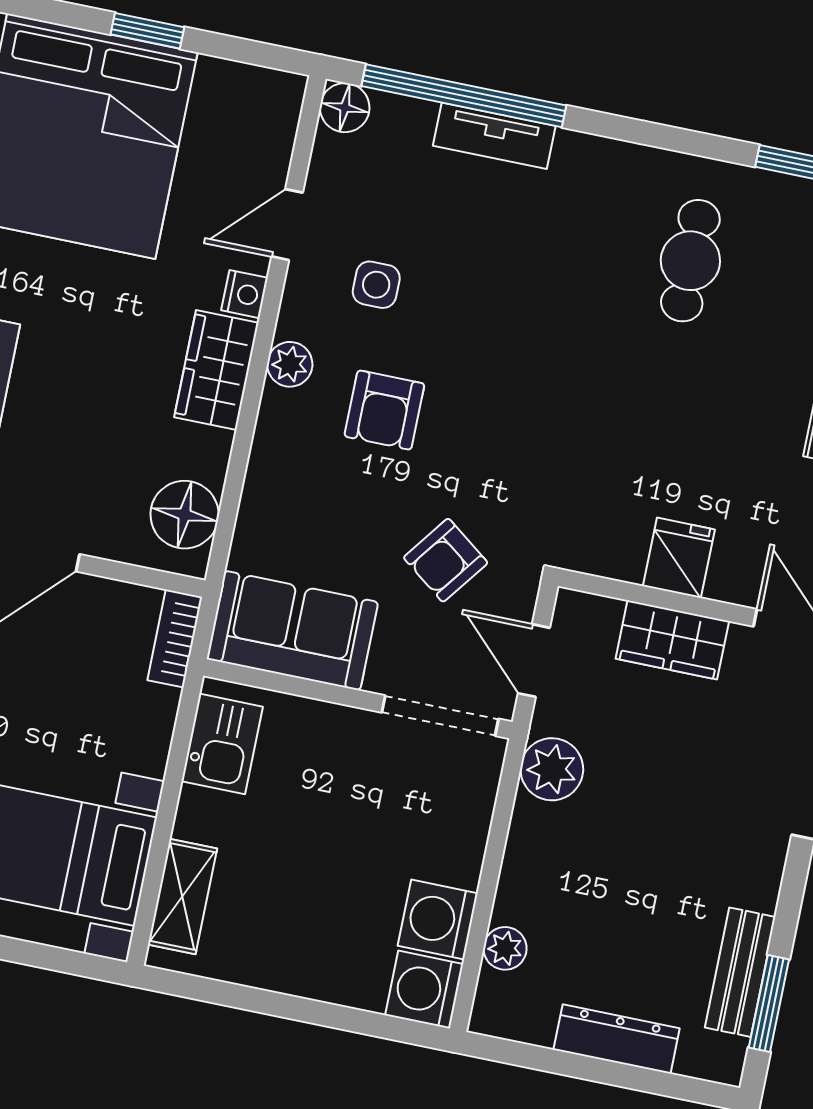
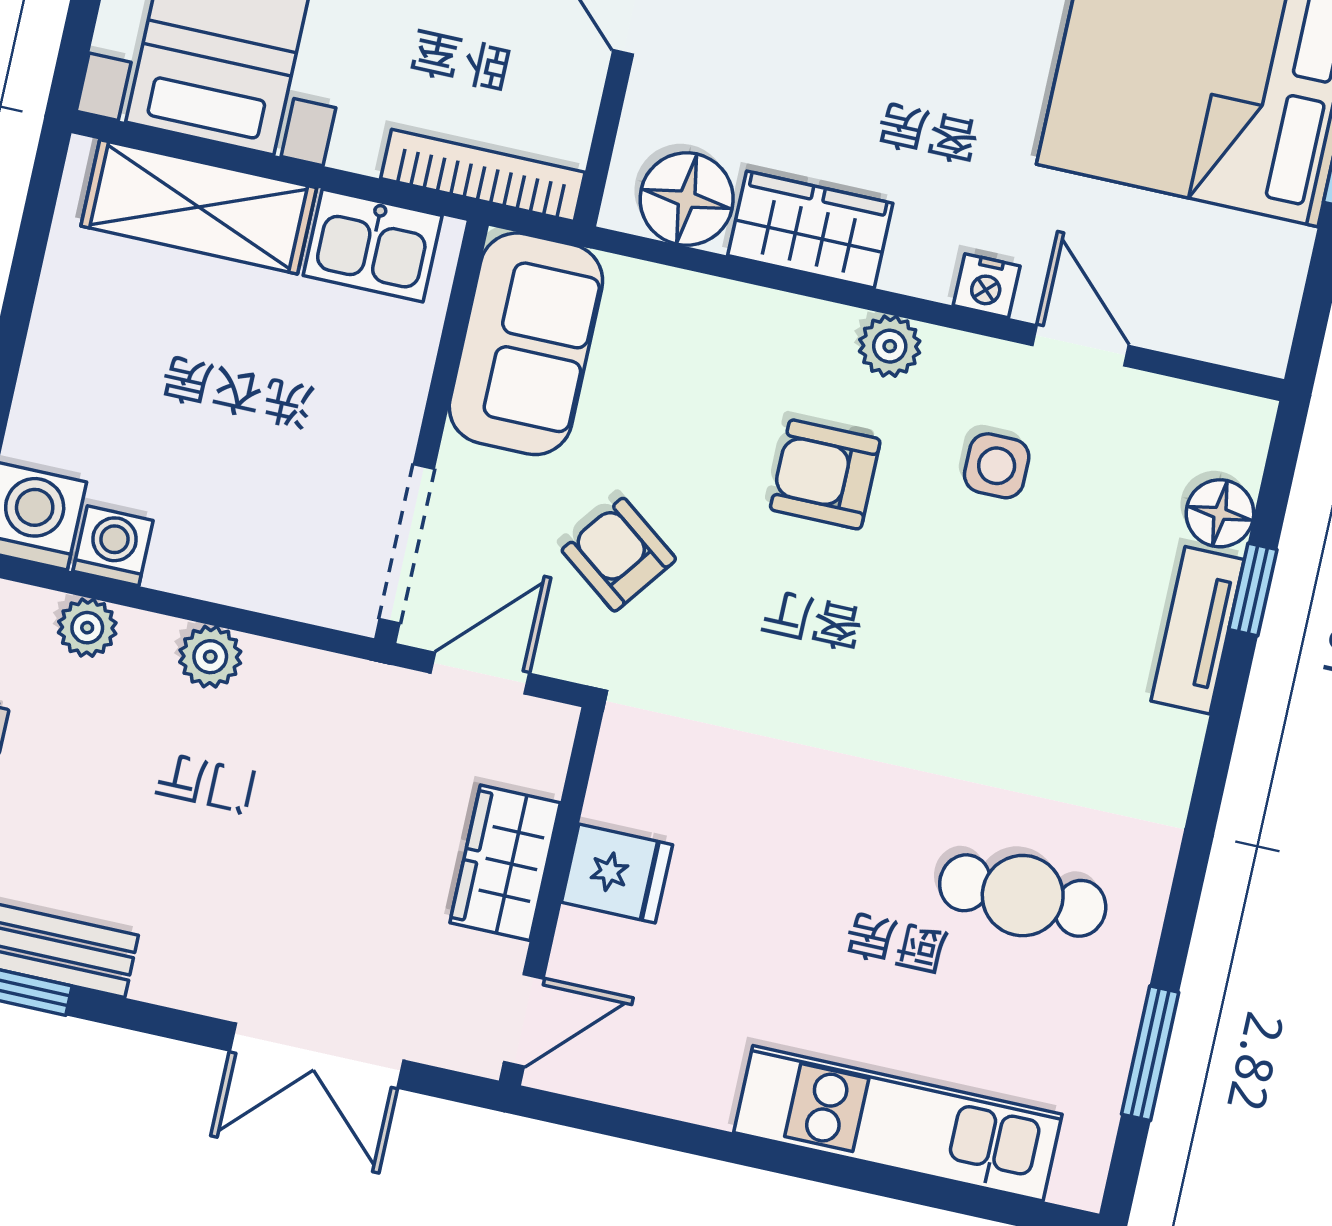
window: (464, 96) -> (1253, 590), width x0.32
floor lamp: (345, 108) -> (1220, 513), moved
wardrobe: (216, 370) -> (810, 229), moved
bookcase: (175, 639) -> (483, 175), width x1.56
plant: (552, 769) -> (210, 657), moved, width x0.73, depth x0.73
shelving: (182, 897) -> (199, 207), width x1.50, depth x1.33
washing machine: (438, 919) -> (113, 546), width x0.73, depth x0.73

